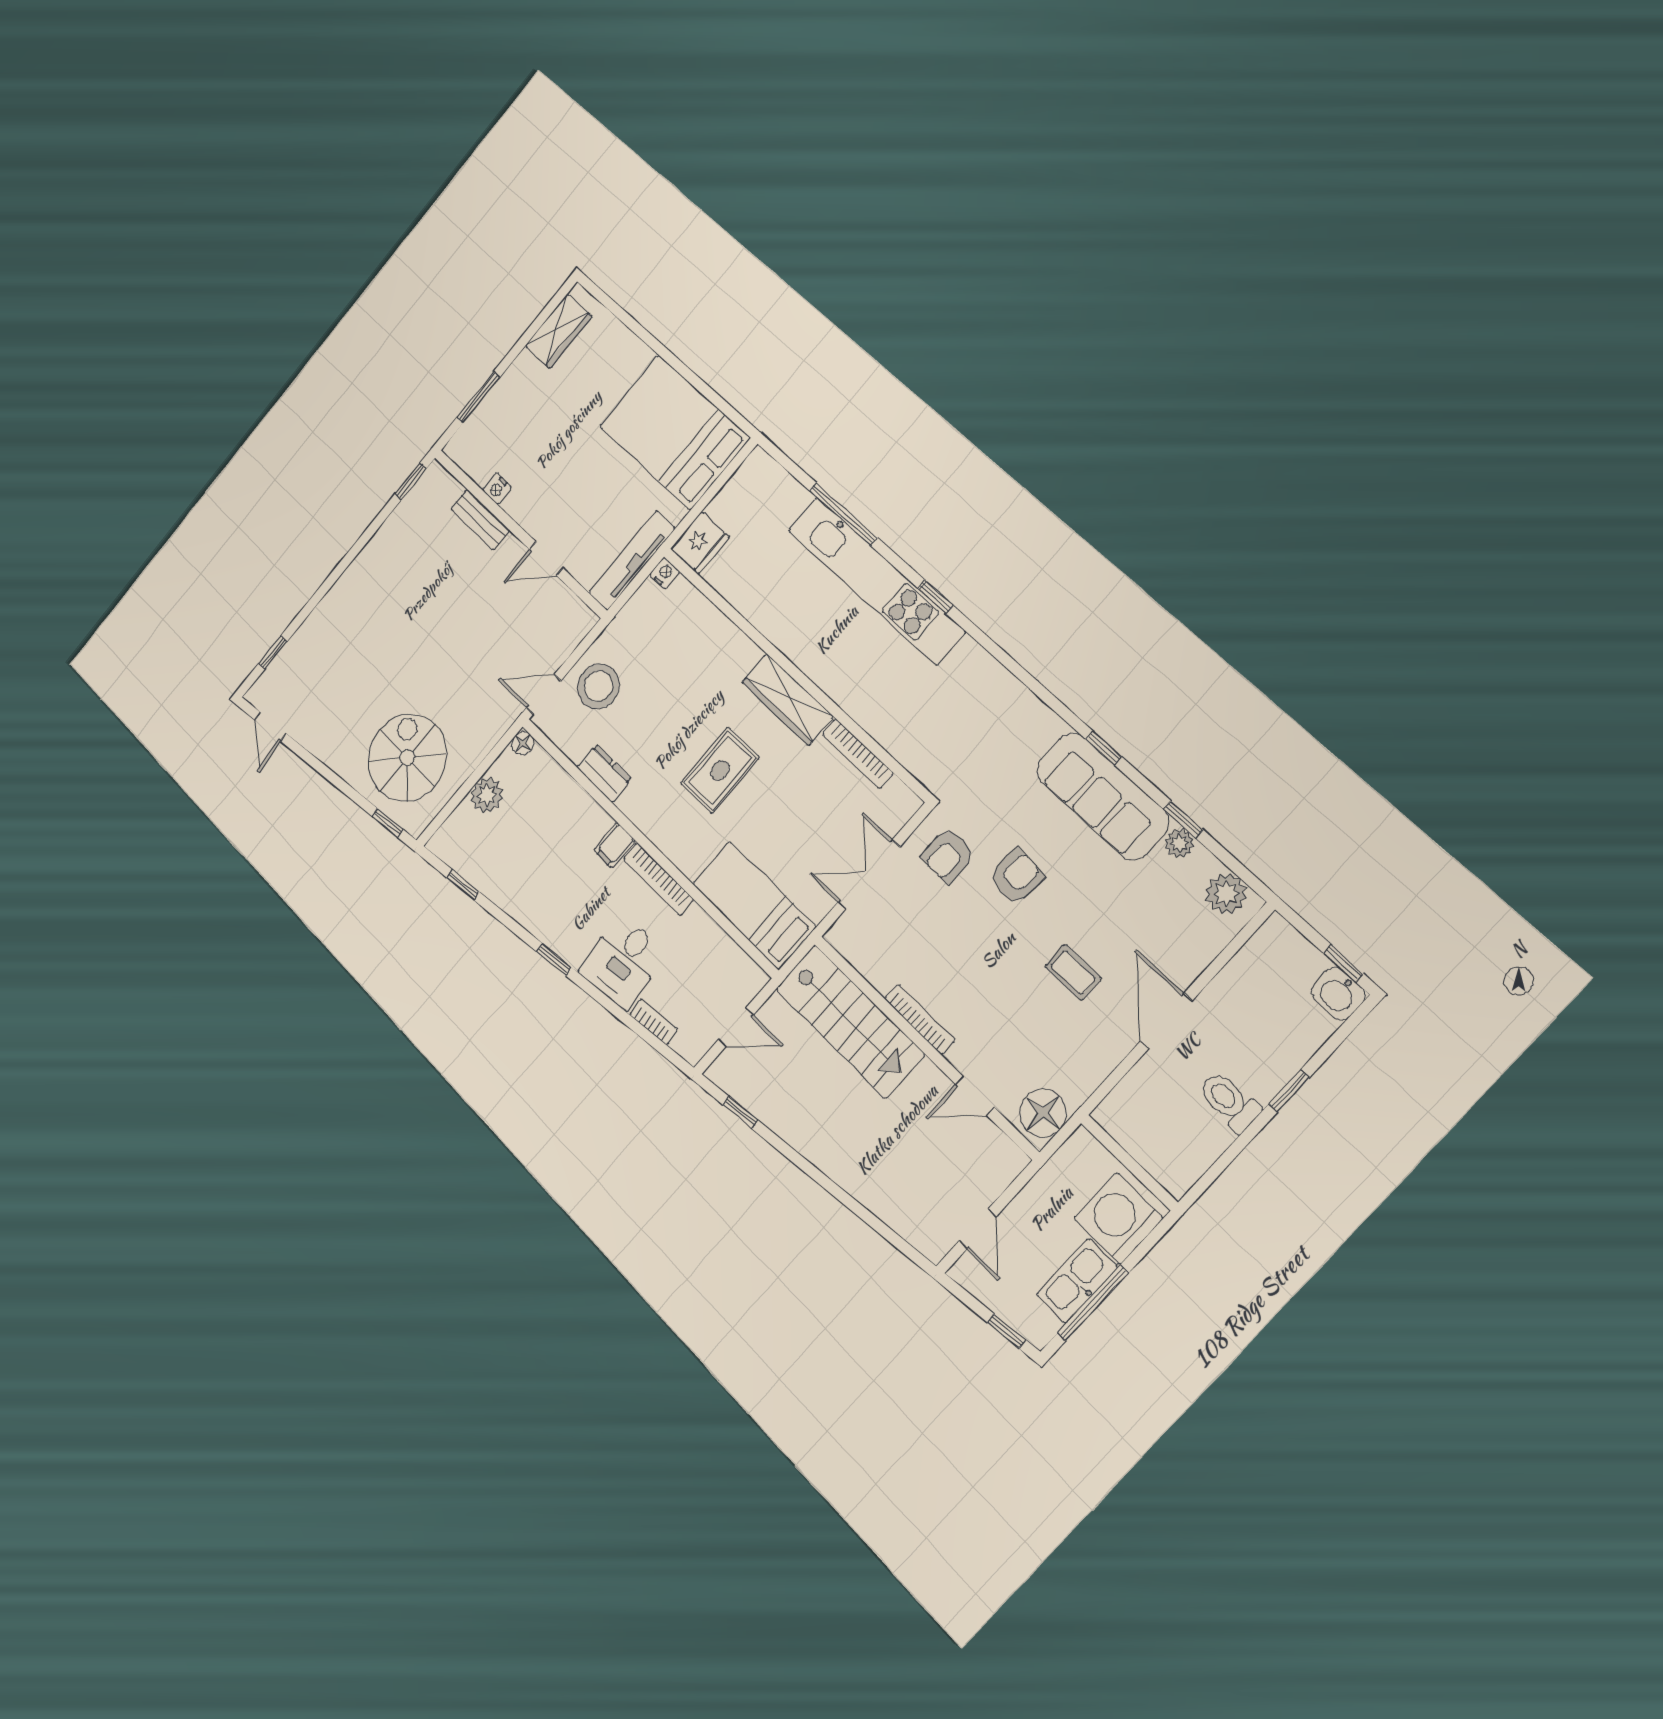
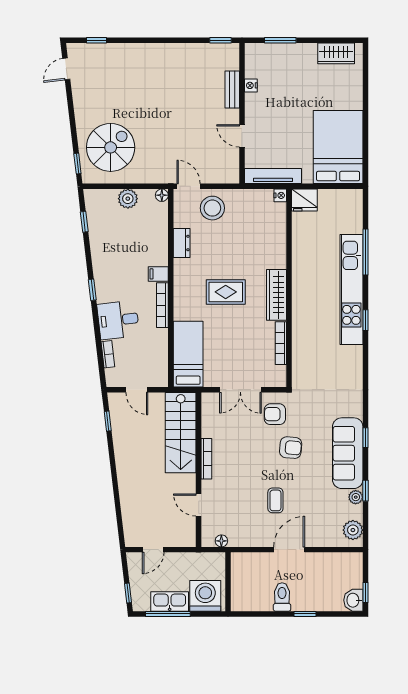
double door: (869, 875) -> (240, 390), swing flipped
floor lamp: (1043, 1113) -> (221, 541), width x0.53, depth x0.53

